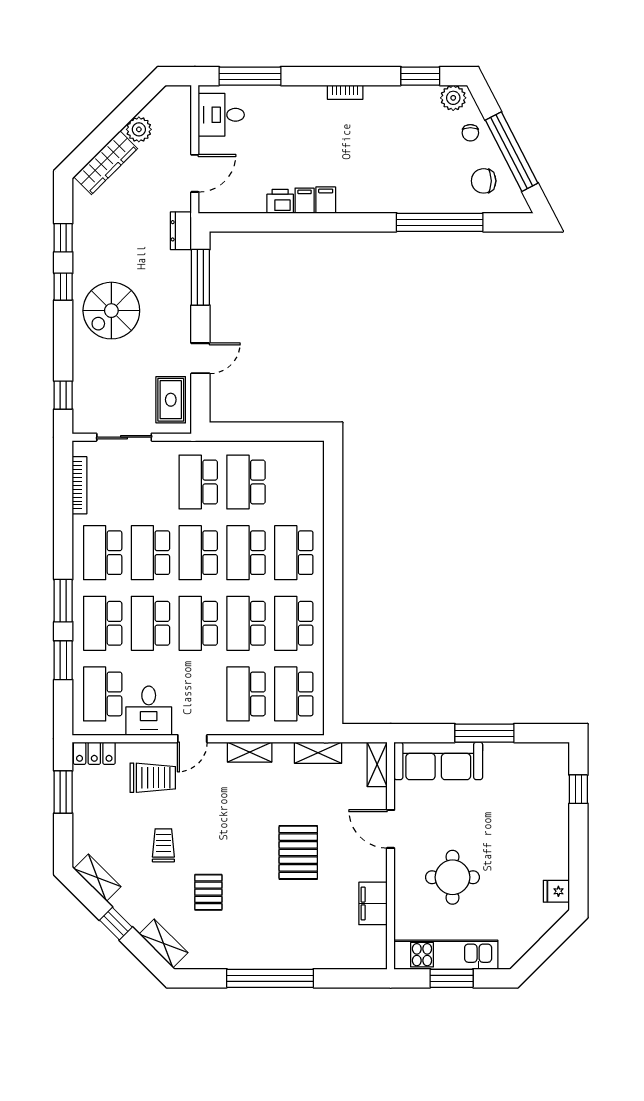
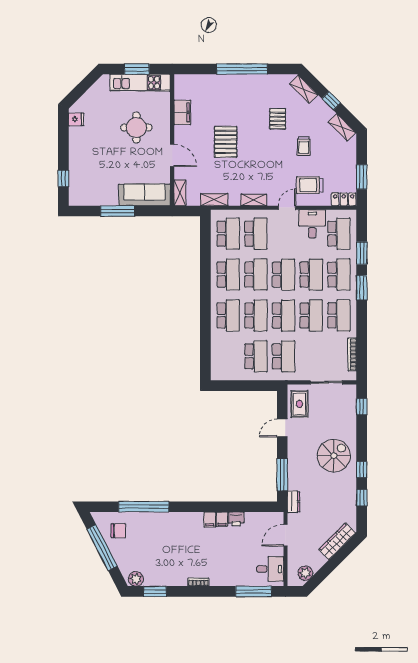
plant: (139, 129) -> (305, 573), moved
chair: (470, 133) -> (126, 559), removed

